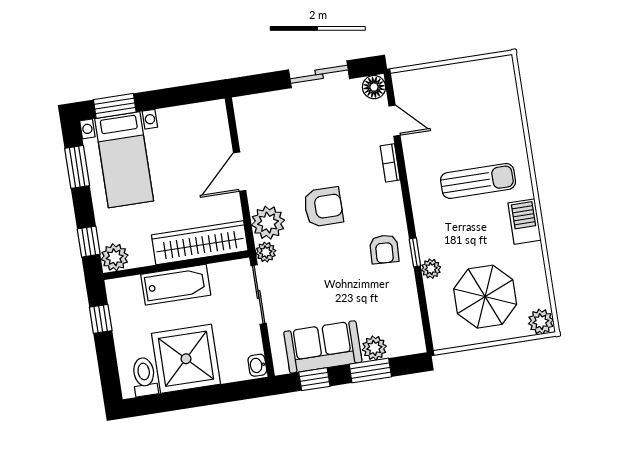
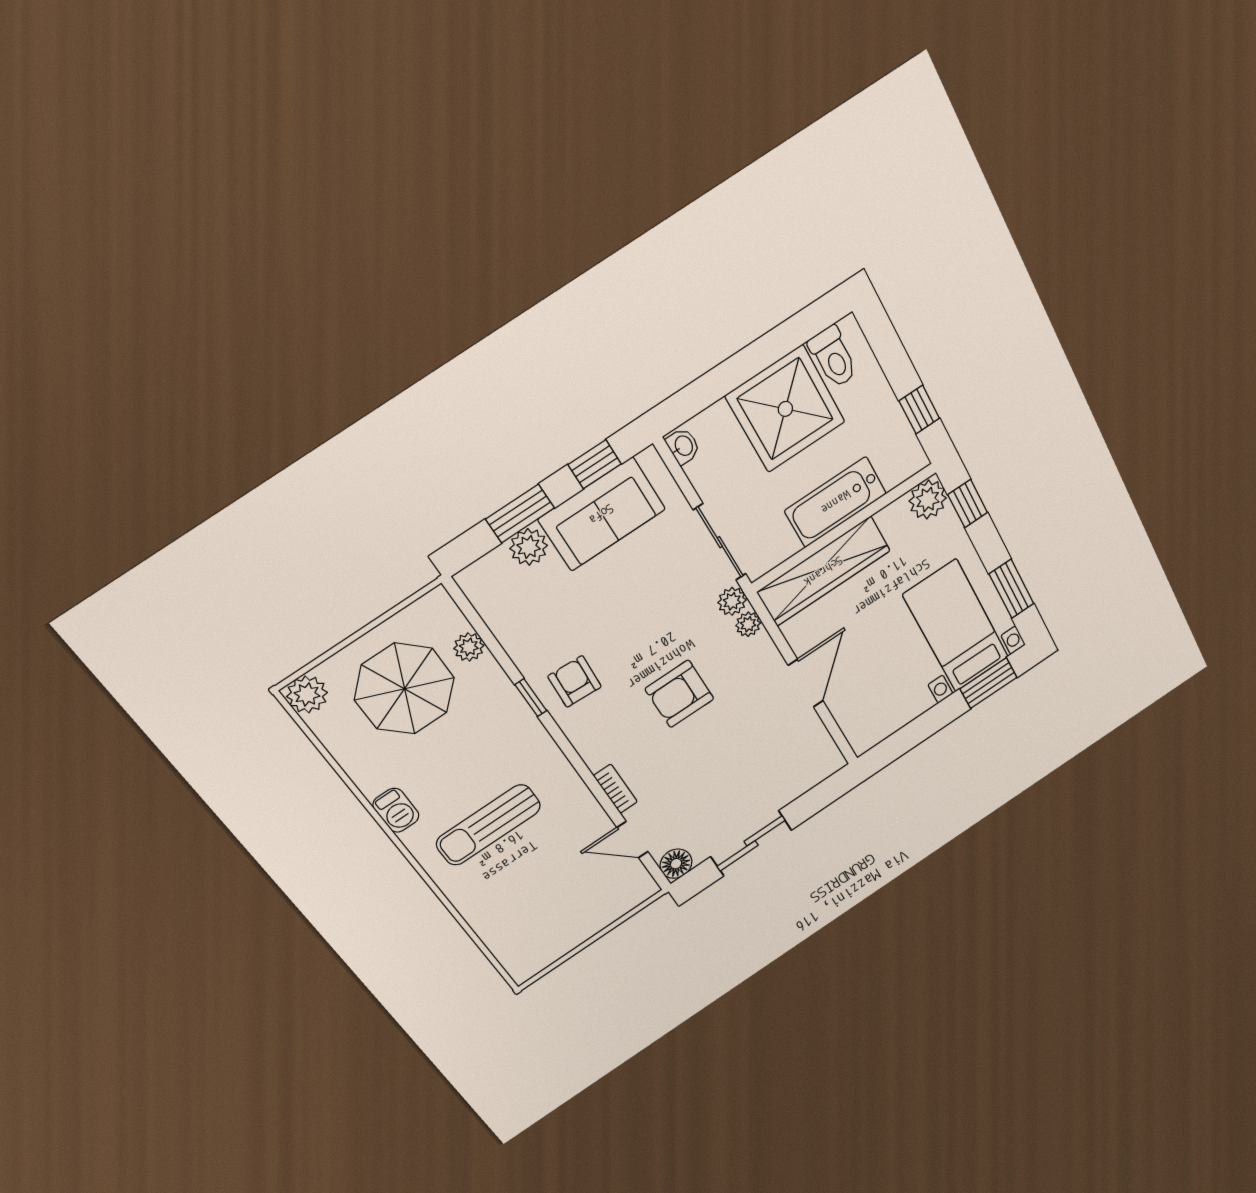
barbecue: (524, 222) -> (396, 810), width x0.73, depth x0.79
plant: (268, 223) -> (748, 624), width x0.53, depth x0.53
plant: (431, 269) -> (469, 647), moved

